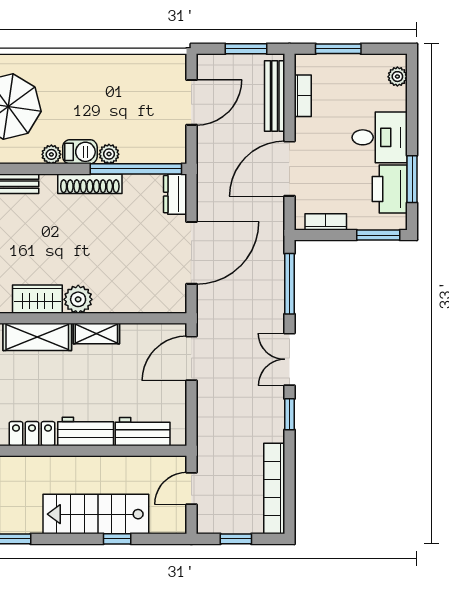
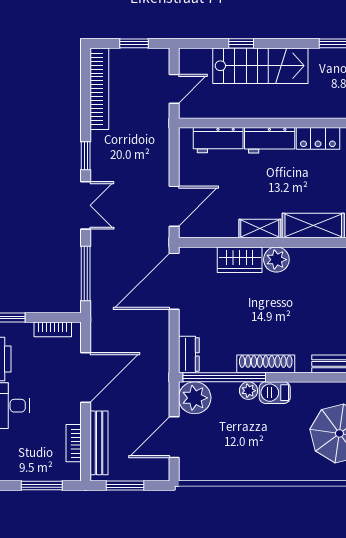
plant: (51, 154) -> (195, 398), moved, width x1.88, depth x1.88
door: (191, 253) -> (174, 281), moved
wardrobe: (37, 299) -> (240, 260), moved

